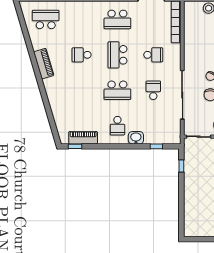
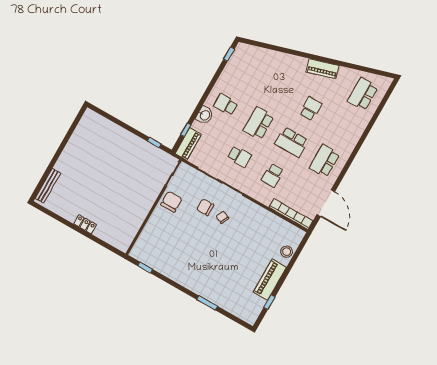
school desk: (46, 19) -> (363, 94), turned 180
school desk: (117, 55) -> (292, 142), turned 180
piano: (83, 138) -> (188, 144), moved

